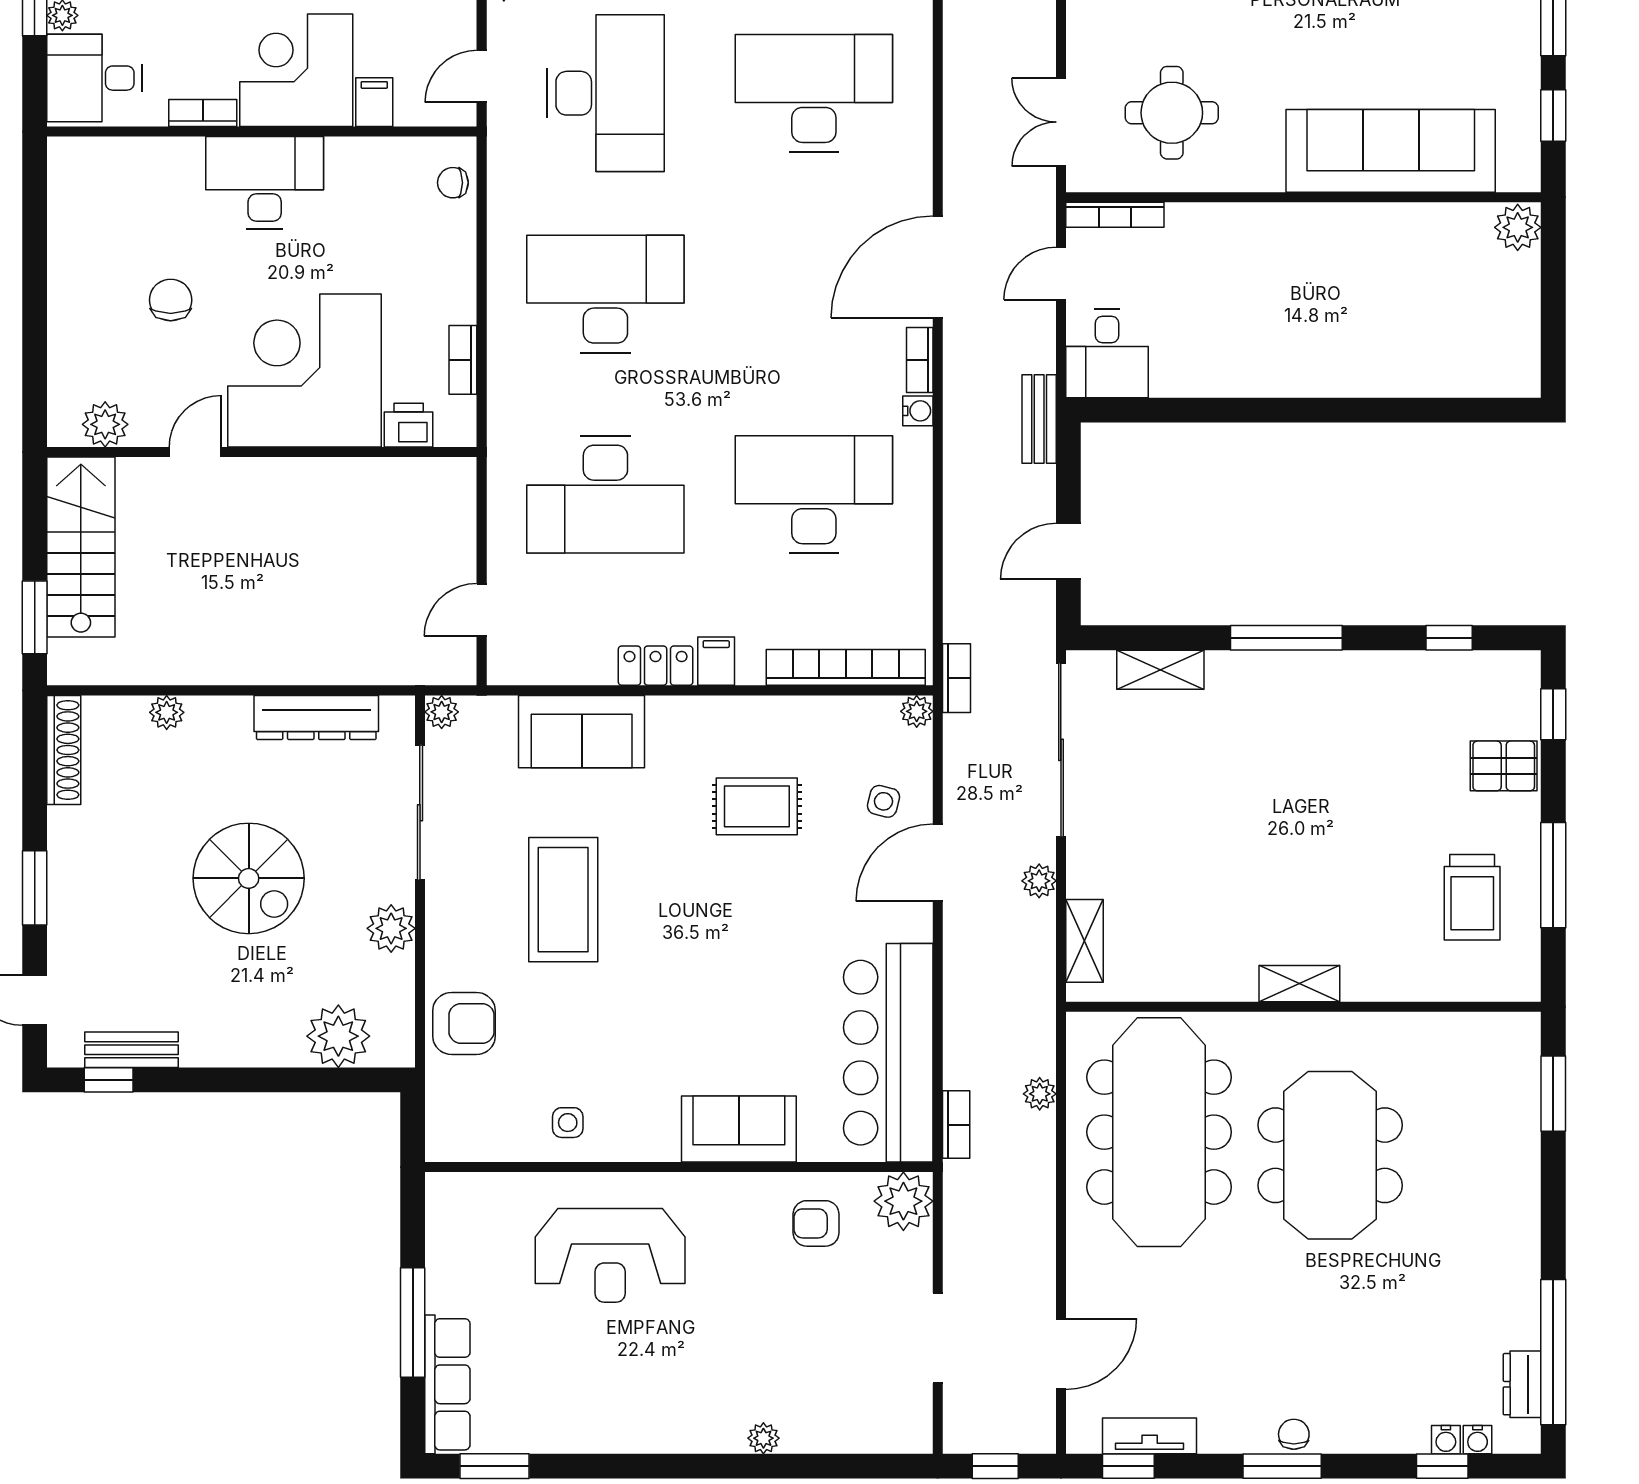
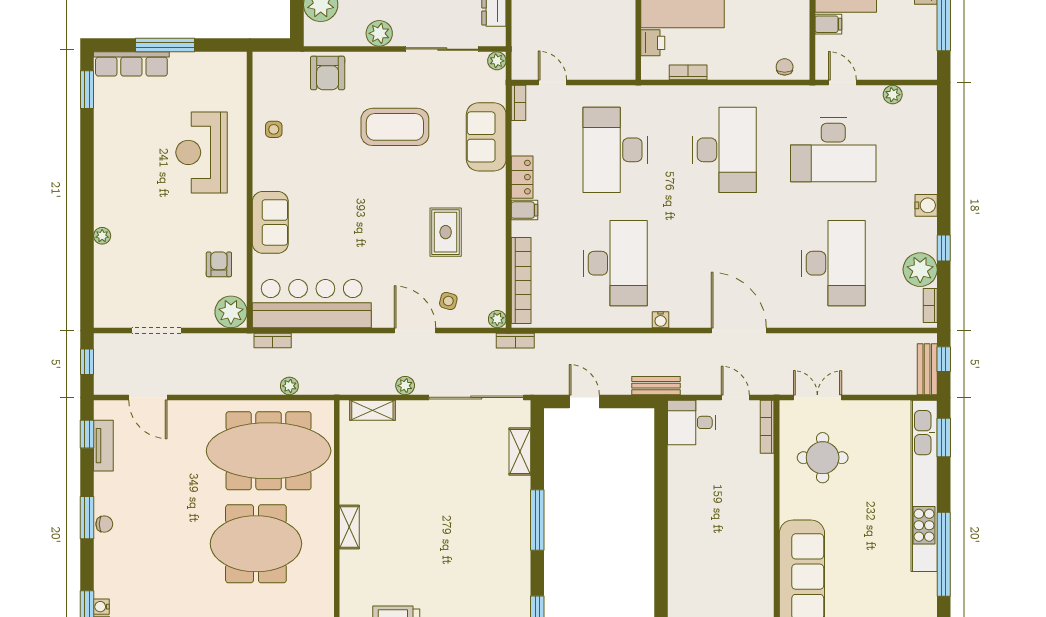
bookcase: (920, 360) -> (518, 103), moved, turned 90

